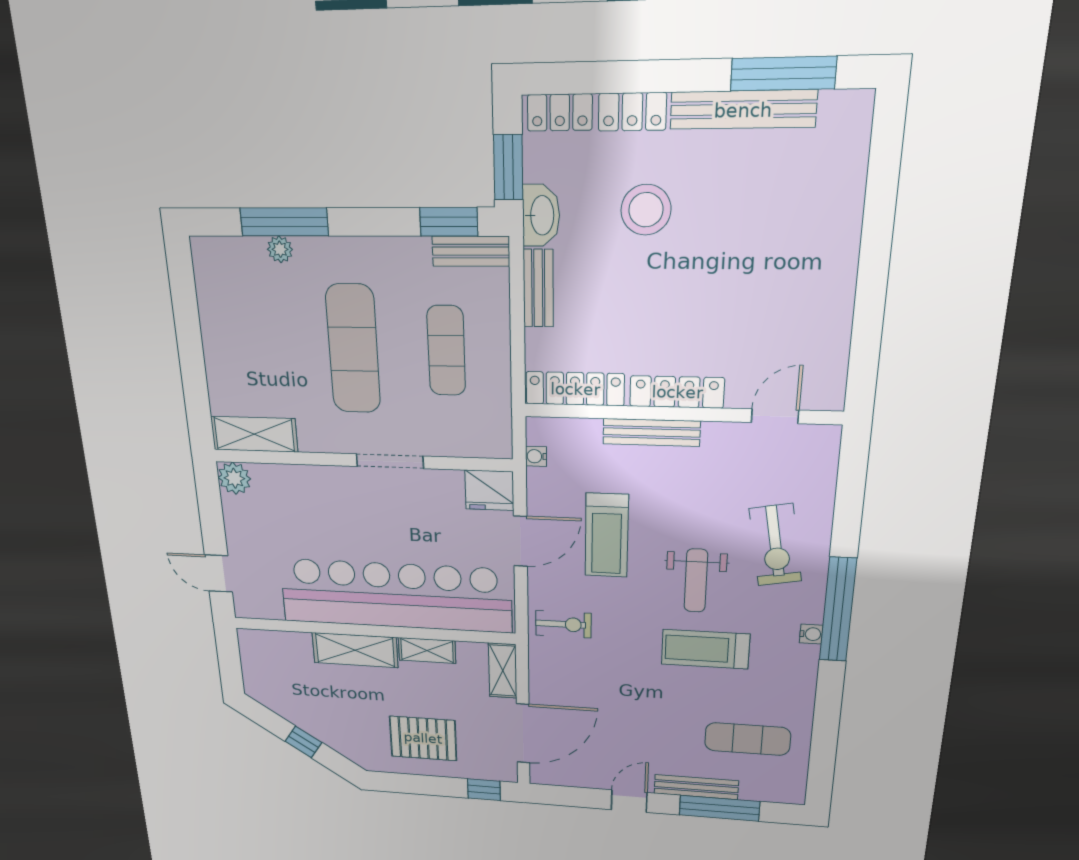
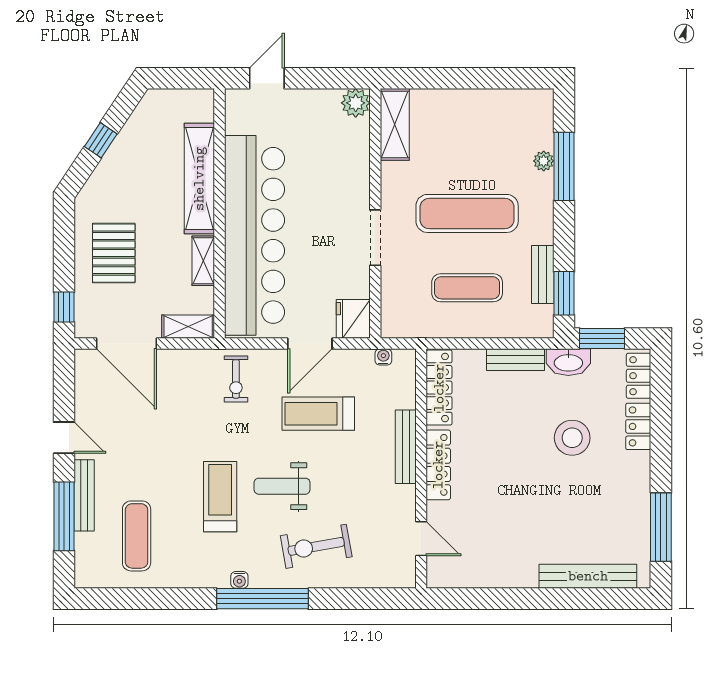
bench: (743, 110) -> (588, 576), moved, turned 90
bench: (471, 251) -> (543, 275), moved
door: (520, 541) -> (310, 344), hinge flipped
shelving: (355, 650) -> (199, 179), width x1.47

